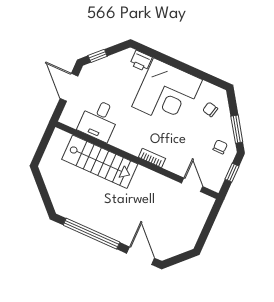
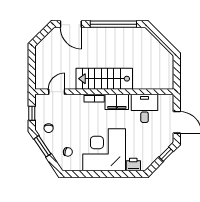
filing cabinet: (128, 142) -> (117, 102), added
stairs: (100, 162) -> (104, 79), moved
door: (192, 185) -> (57, 92), swing flipped

